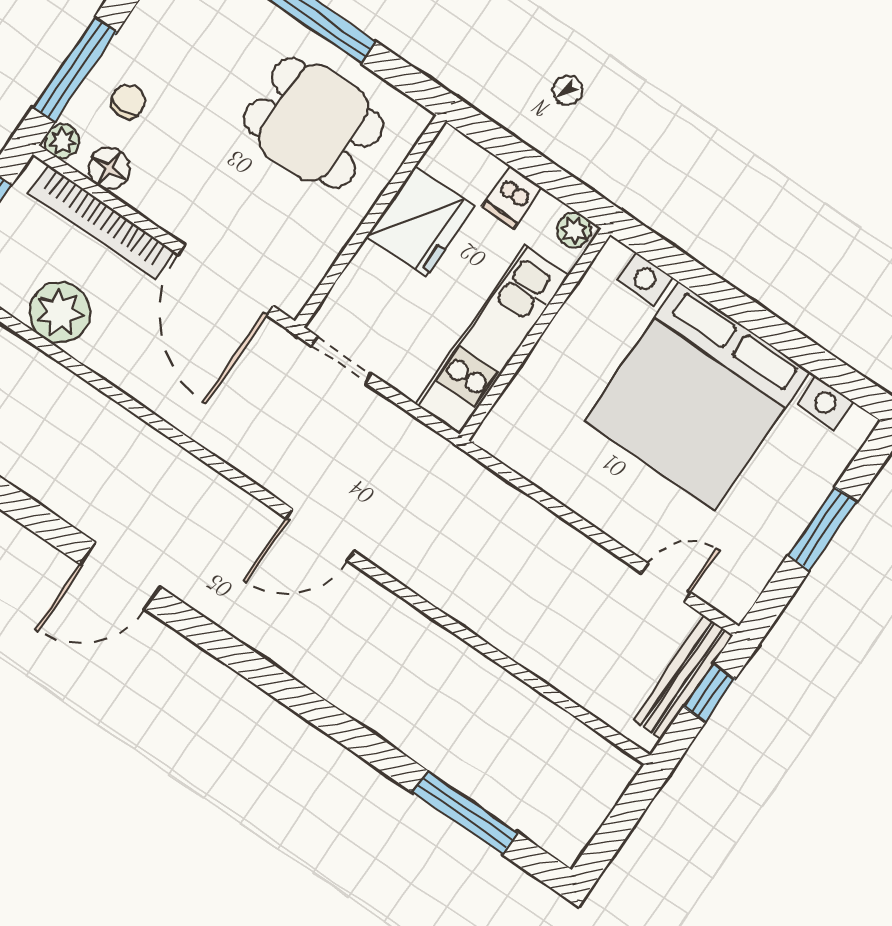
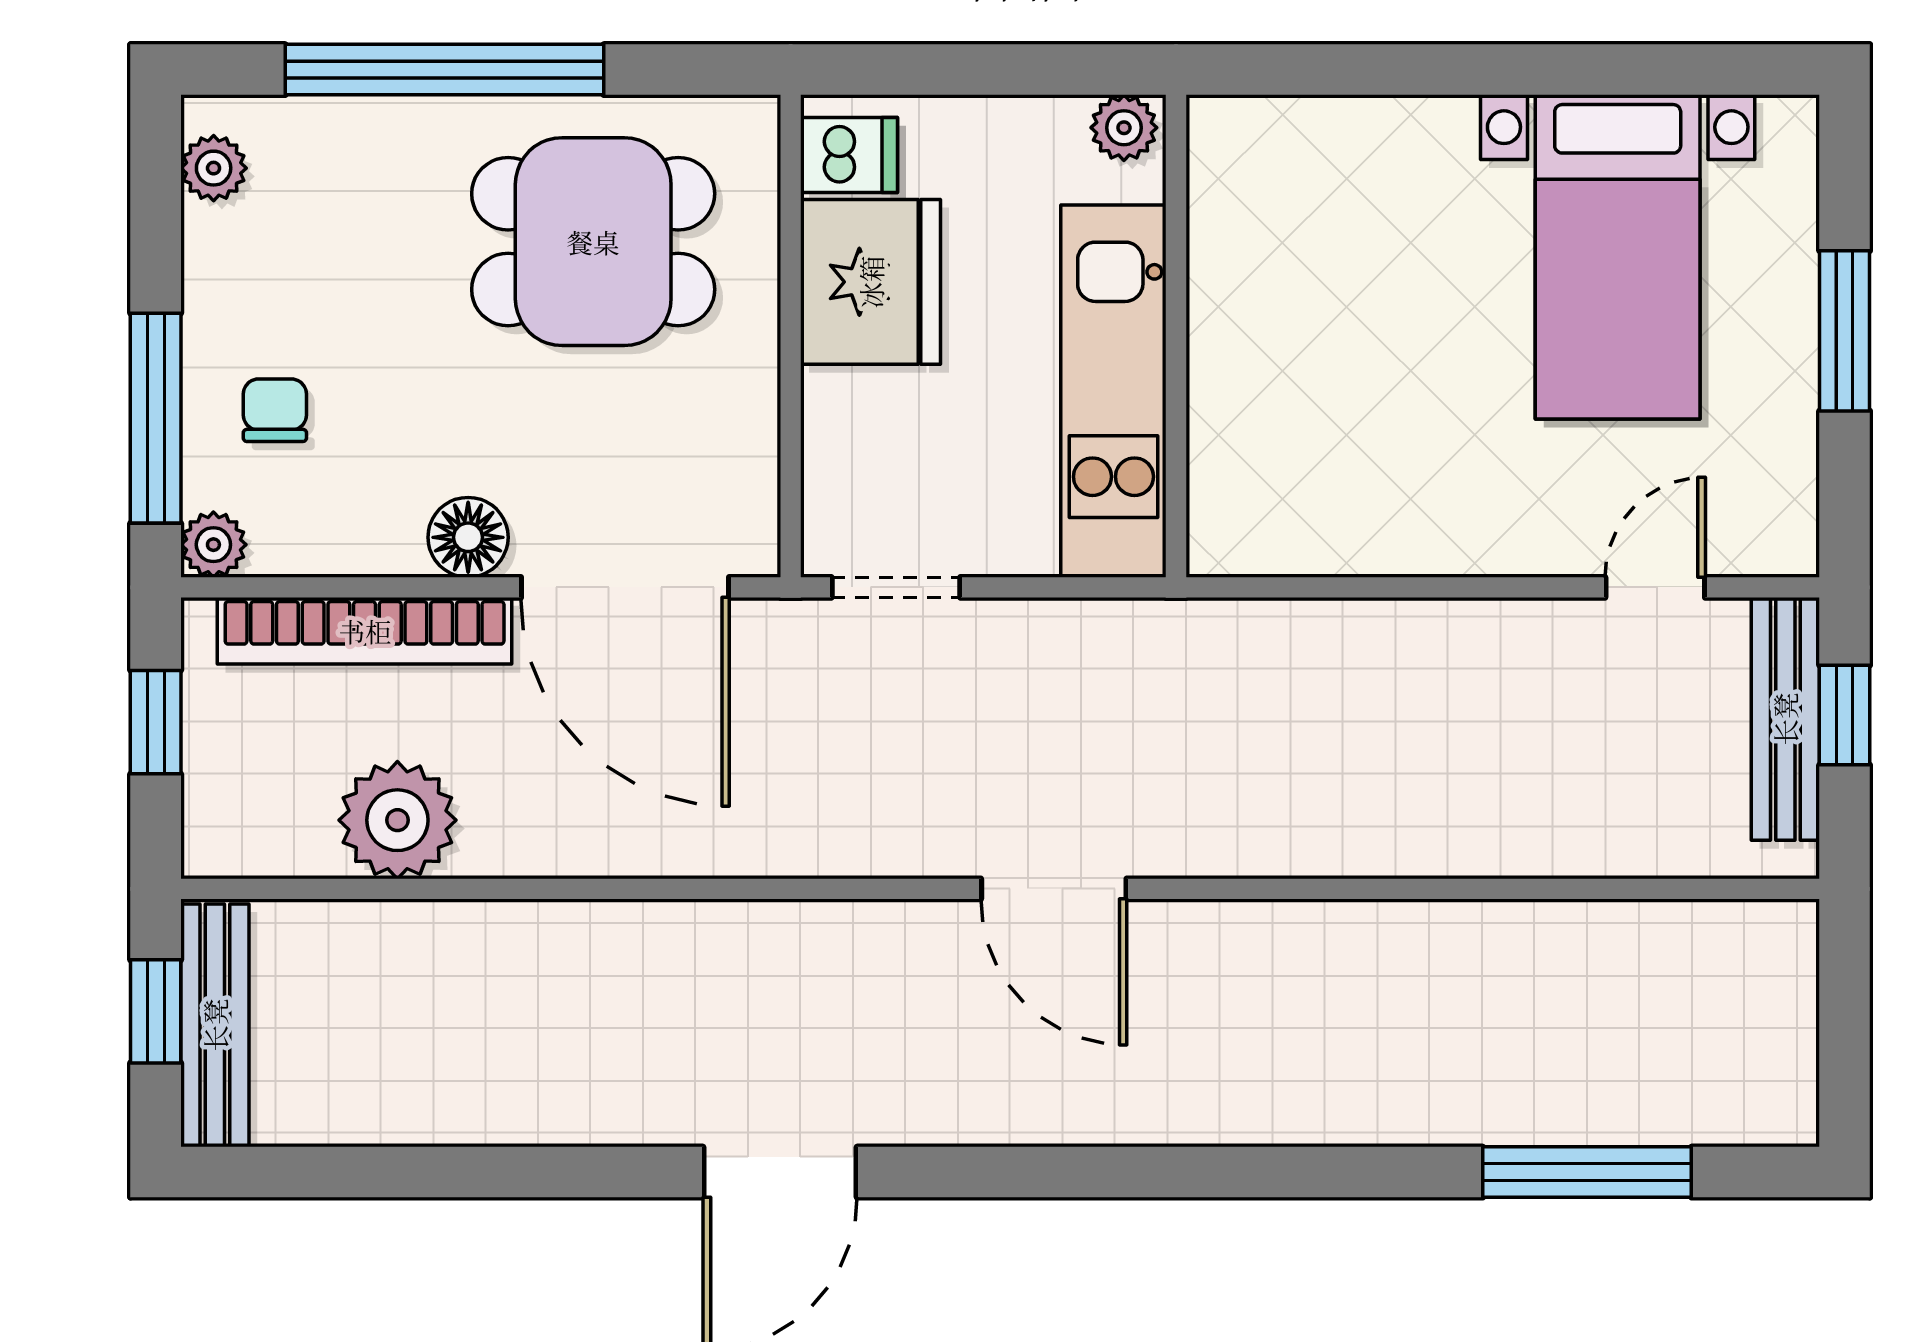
floor lamp: (109, 169) -> (468, 537), moved
dishwasher: (512, 197) -> (849, 155), moved, turned -90
bed with nightstands: (697, 396) -> (1618, 257), width x0.54
door: (320, 535) -> (1054, 889), hinge flipped

